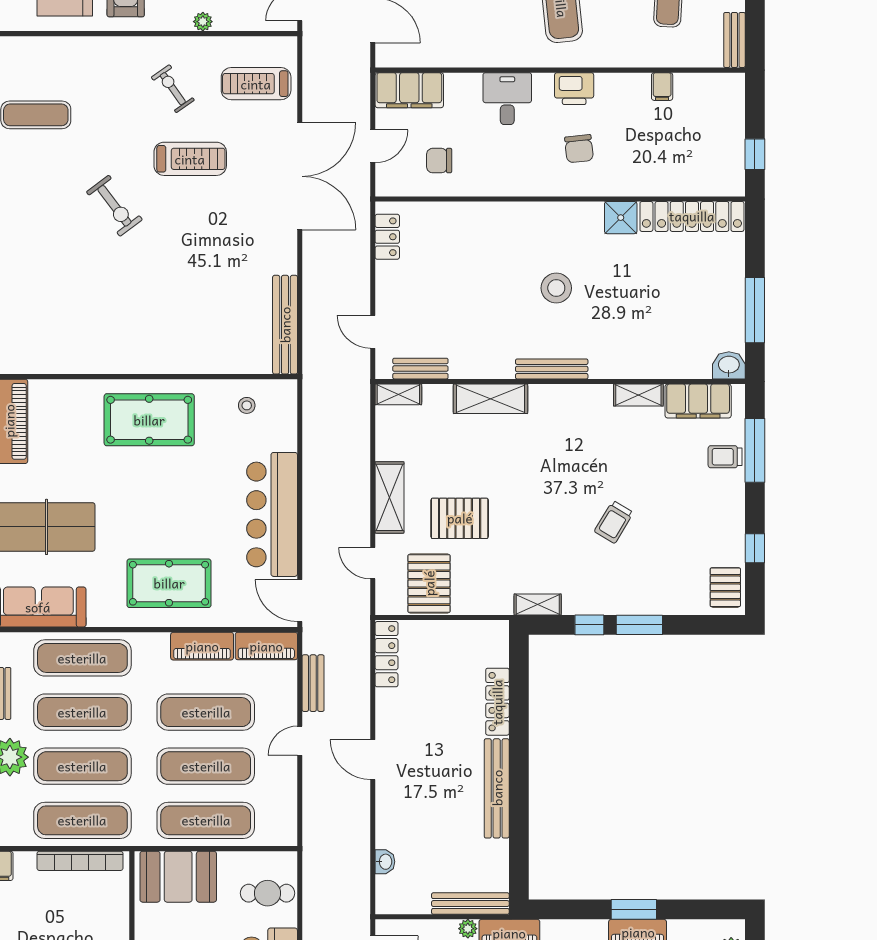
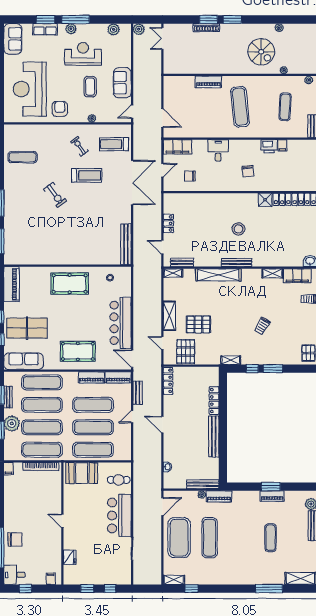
printer: (574, 89) -> (269, 146), moved
locker: (387, 237) -> (168, 223), moved
shelving: (490, 399) -> (218, 275), width x1.47

